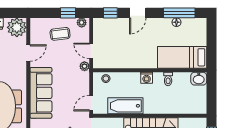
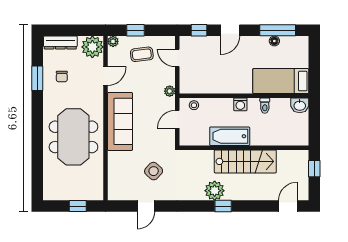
window: (68, 13) -> (135, 30), moved
plant: (82, 23) -> (113, 41), moved
door: (91, 51) -> (177, 58), moved
door: (91, 103) -> (177, 119), moved
bathtub: (125, 106) -> (230, 136), moved

